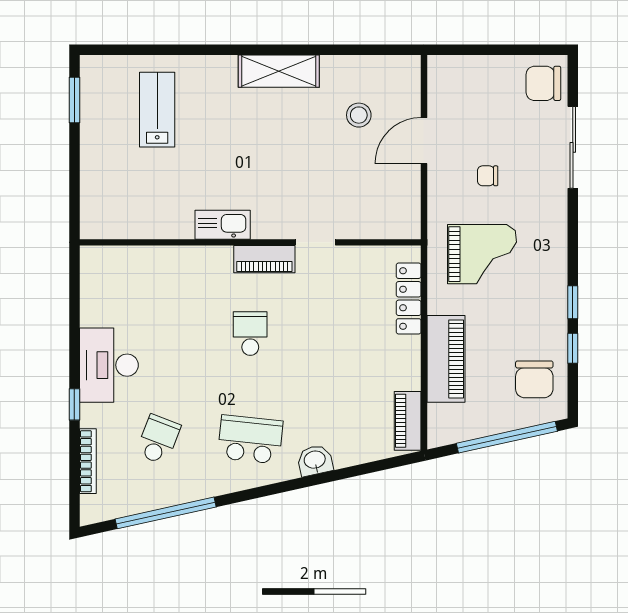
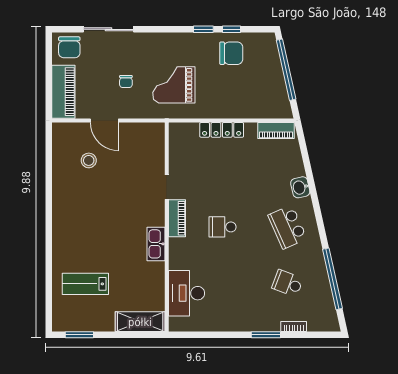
shelving: (279, 71) -> (140, 322), moved, turned 90
grand piano: (482, 254) -> (174, 85), turned -90
locker: (409, 299) -> (222, 130), moved
piano: (446, 359) -> (63, 92), moved, turned 90
desk: (109, 365) -> (187, 293), moved, turned 90
chair: (534, 379) -> (231, 53), moved
window: (74, 404) -> (266, 335), width x1.50
school desk: (250, 439) -> (287, 227), turned -30
bookcase: (88, 461) -> (294, 326), width x0.64

